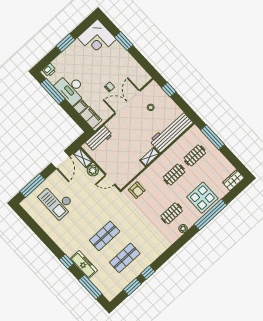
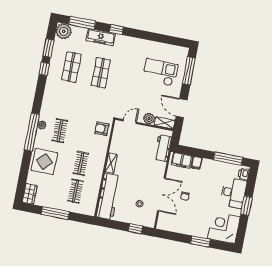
desk: (71, 89) -> (233, 193), moved, turned 90
window: (213, 137) -> (55, 213), moved
window: (210, 215) -> (32, 132), moved
plant: (110, 291) -> (64, 31), added

